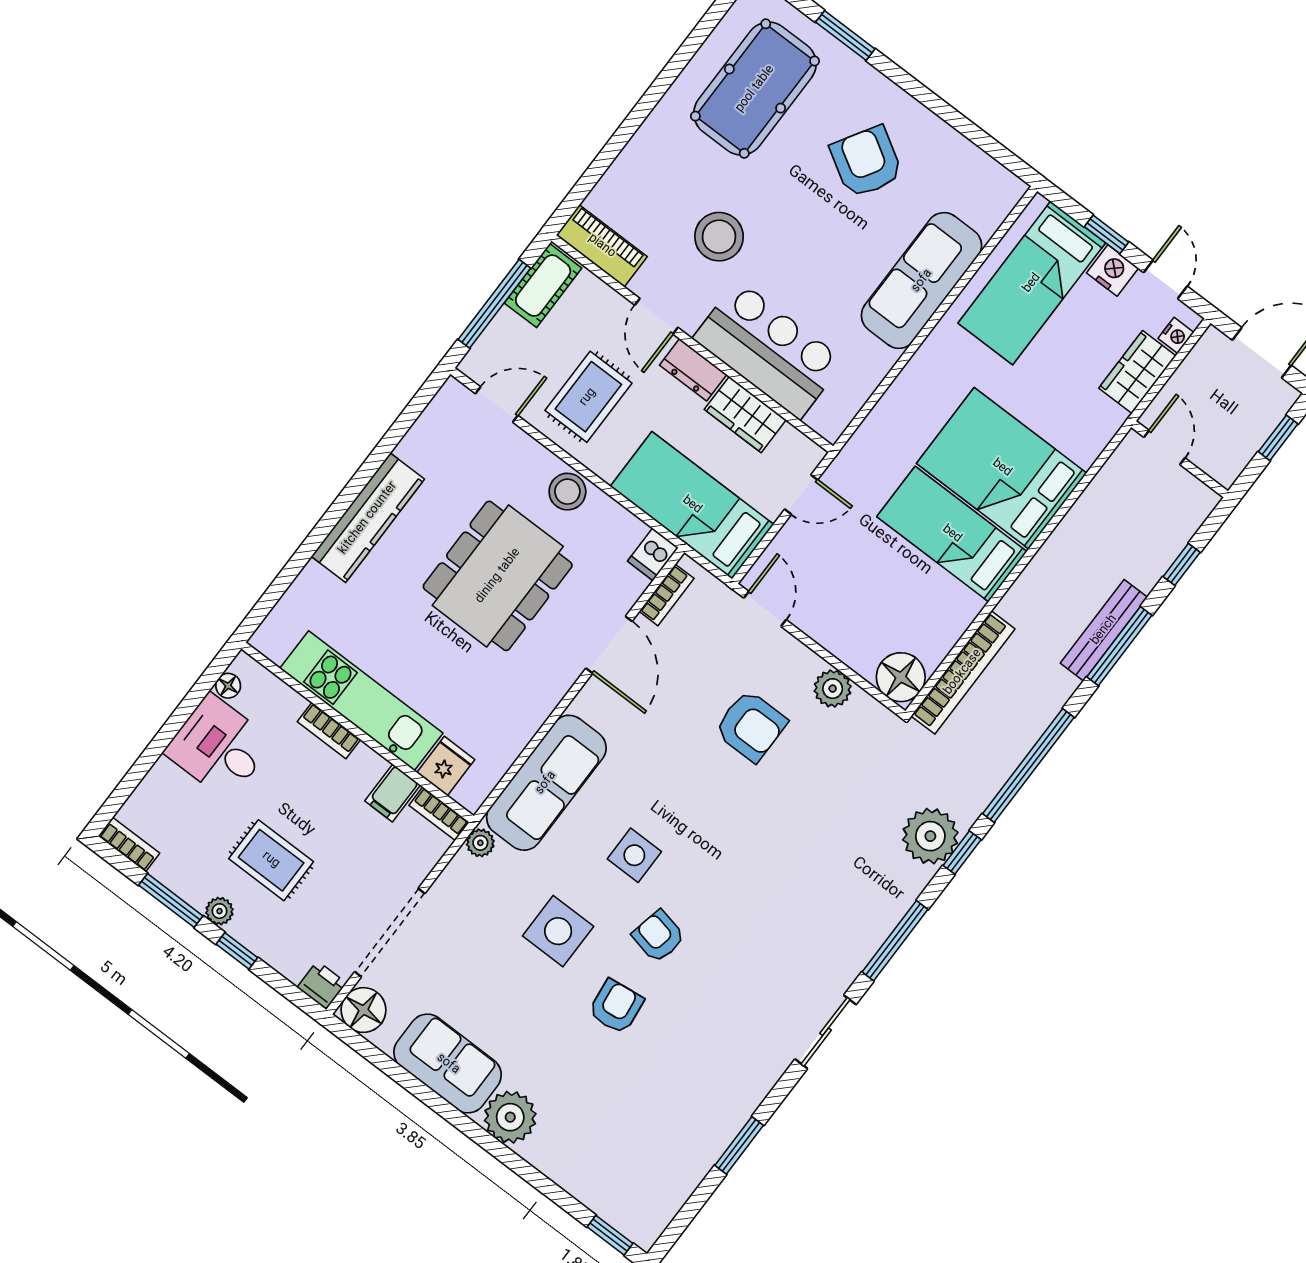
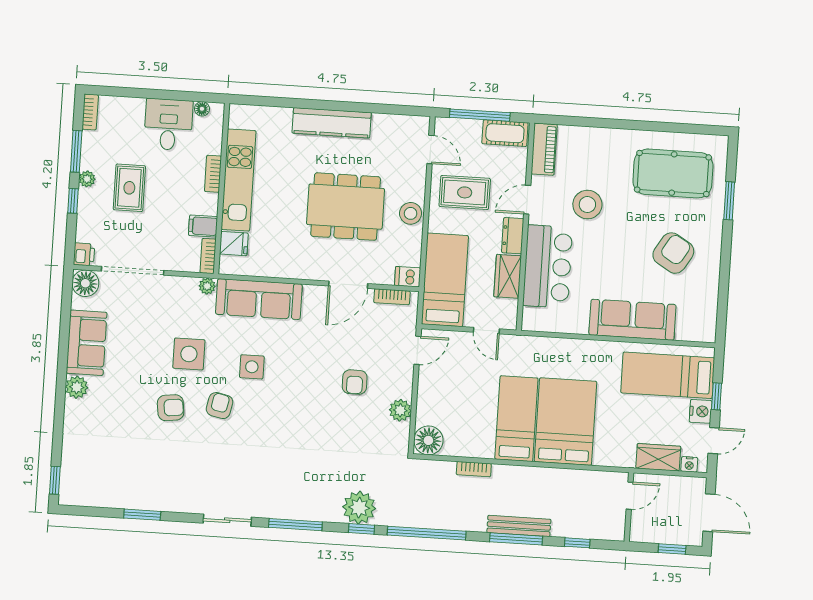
bookcase: (963, 672) -> (474, 469), width x0.43, depth x0.76
armchair: (751, 726) -> (355, 382), width x0.72, depth x0.72
plant: (510, 1117) -> (77, 387), width x0.73, depth x0.73

